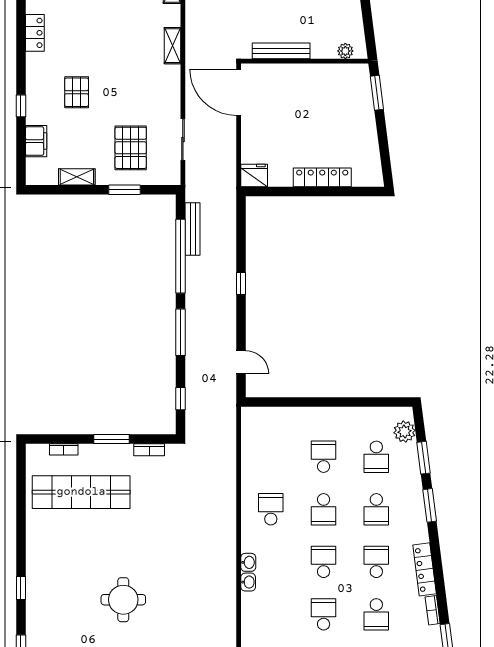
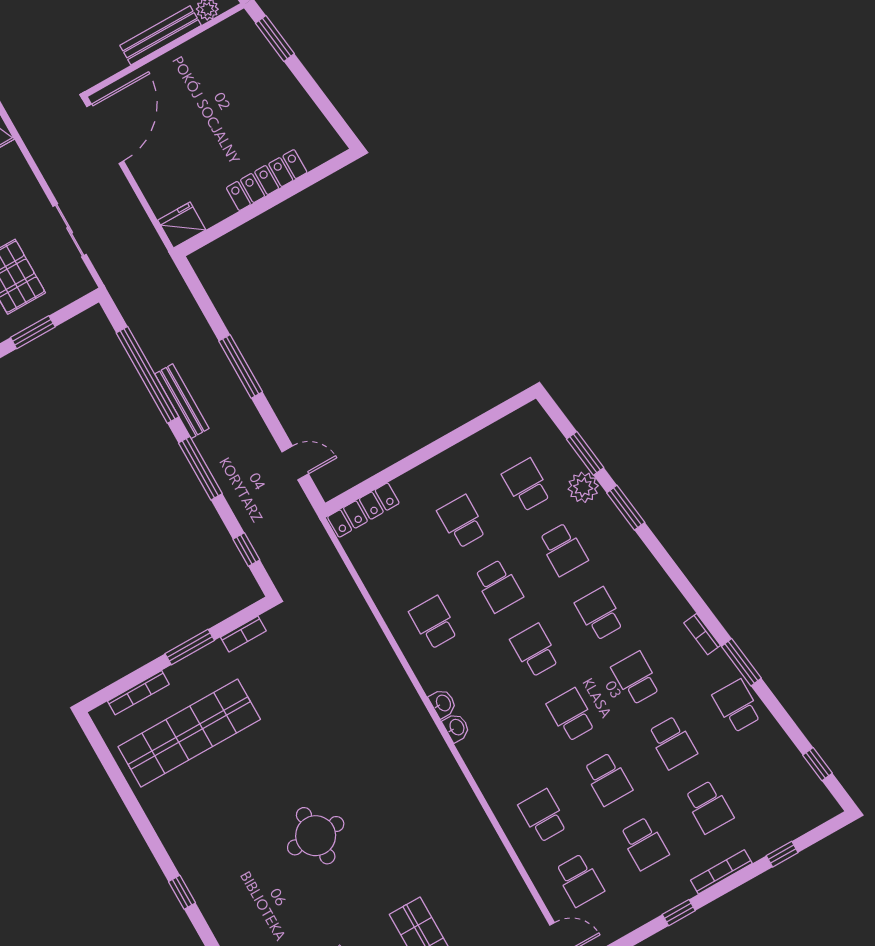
bench: (281, 51) -> (160, 35), moved
door: (239, 92) -> (105, 134), swing flipped
bench: (193, 229) -> (182, 401), moved
window: (241, 283) -> (241, 366), width x2.17
plant: (405, 432) -> (583, 487), moved
bookcase: (64, 449) -> (138, 693), width x1.56
school desk: (376, 457) -> (527, 485), turned 180
locker: (425, 569) -> (363, 510), moved, turned -83
school desk: (376, 614) -> (636, 678), turned 180

